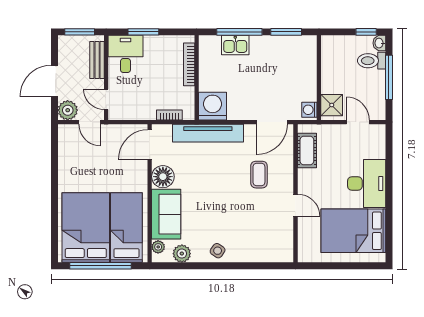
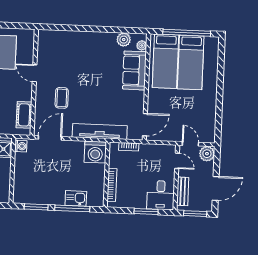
door: (55, 81) -> (216, 188), moved
floor lamp: (163, 177) -> (136, 99), removed
bed: (86, 228) -> (191, 62), width x0.67
side table: (218, 251) -> (96, 41), removed

